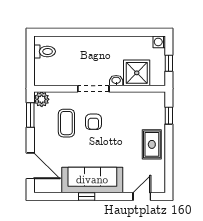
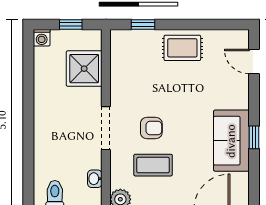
washbasin: (116, 81) -> (95, 179), moved
sofa: (92, 180) -> (231, 141), width x0.73

